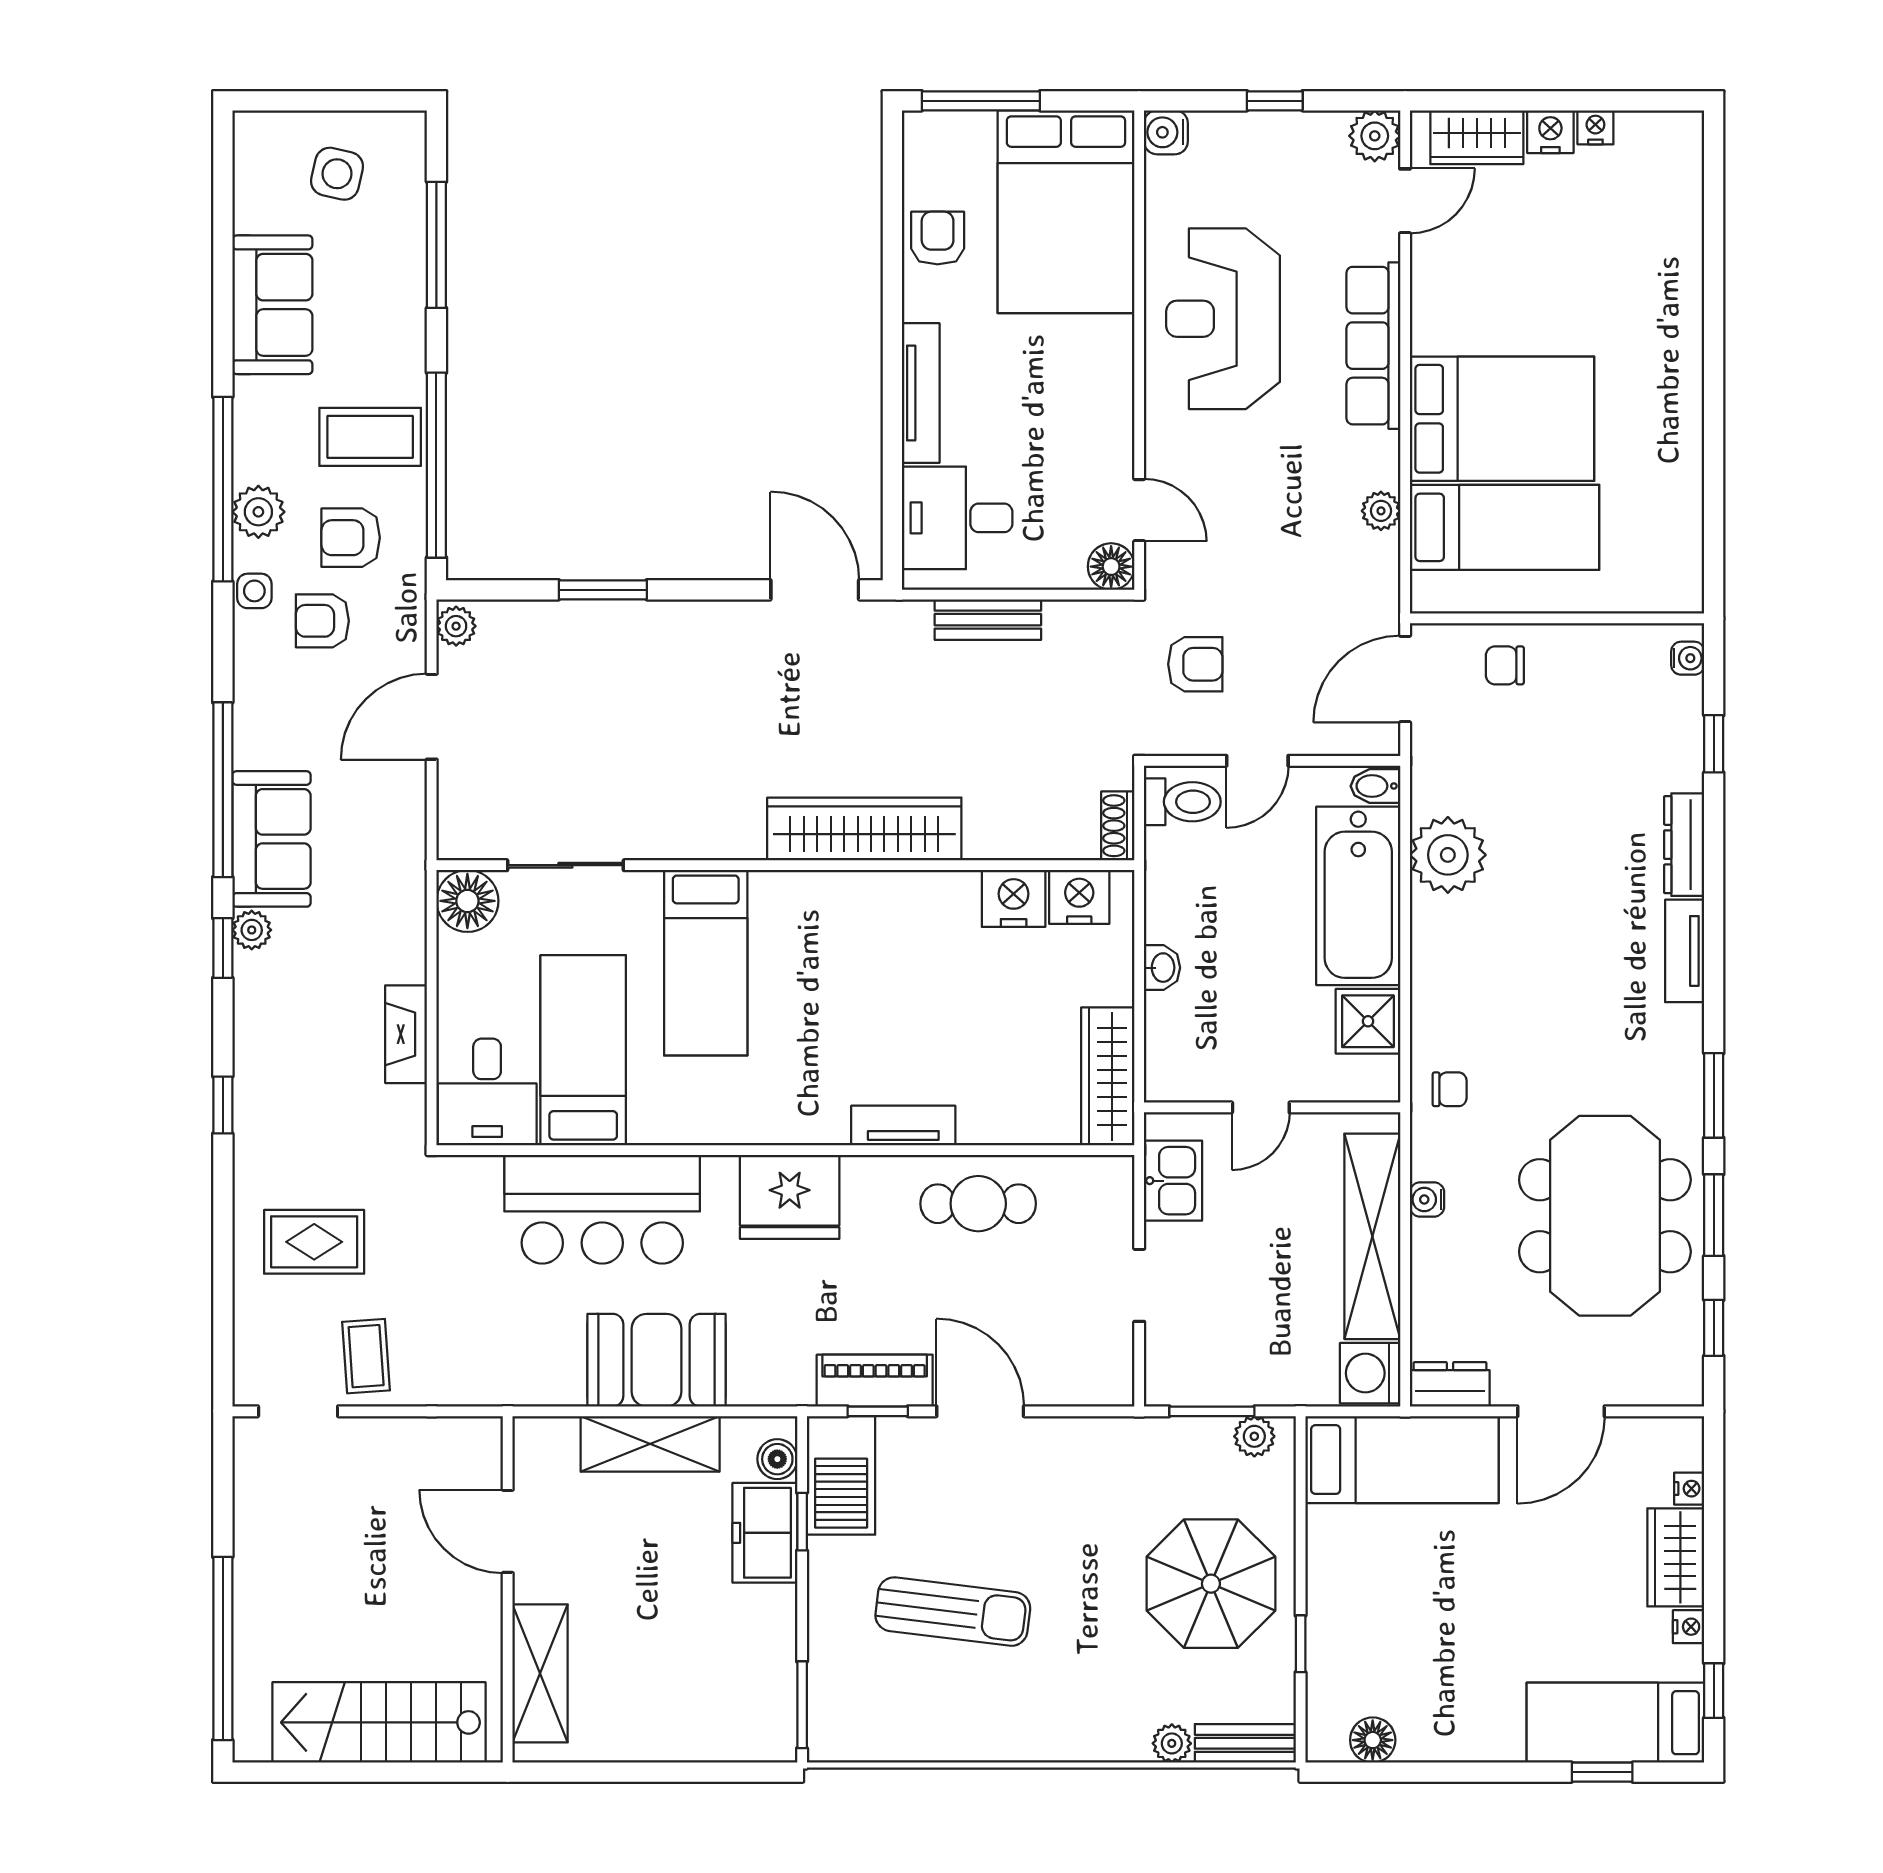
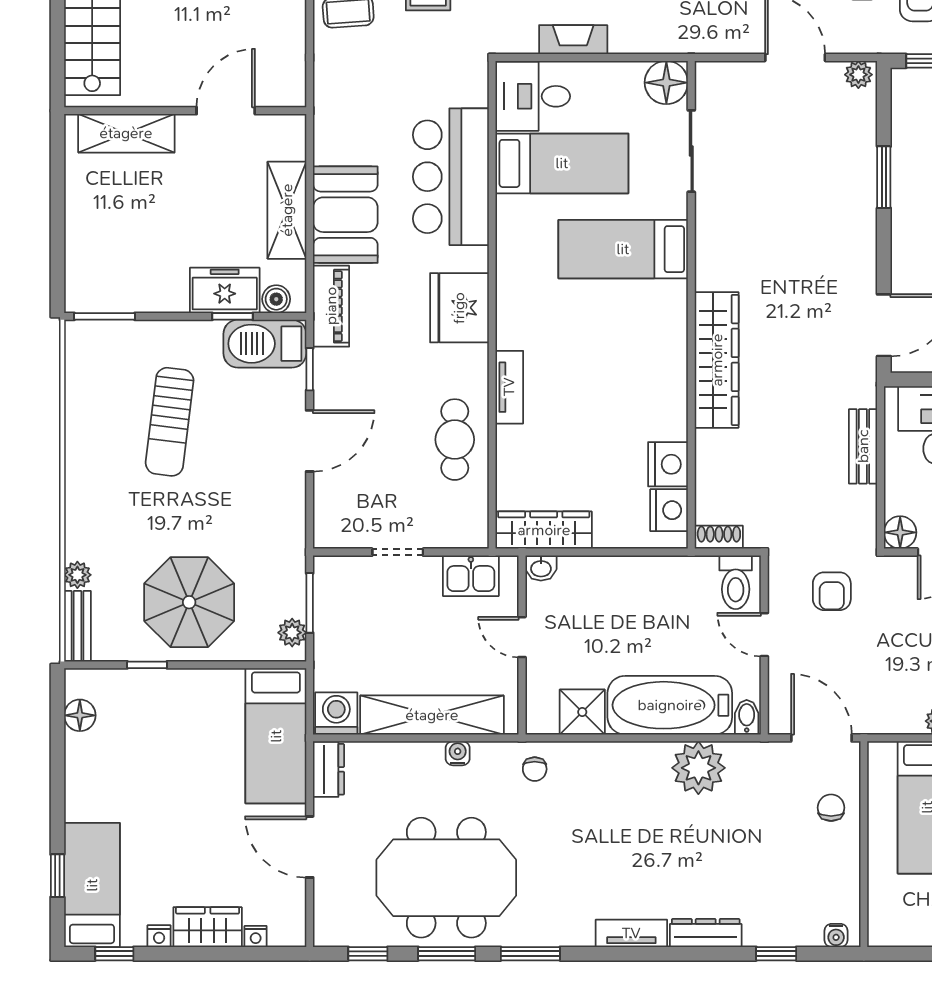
washbasin: (1162, 968) -> (541, 568), moved
piano: (875, 1381) -> (331, 306), moved

